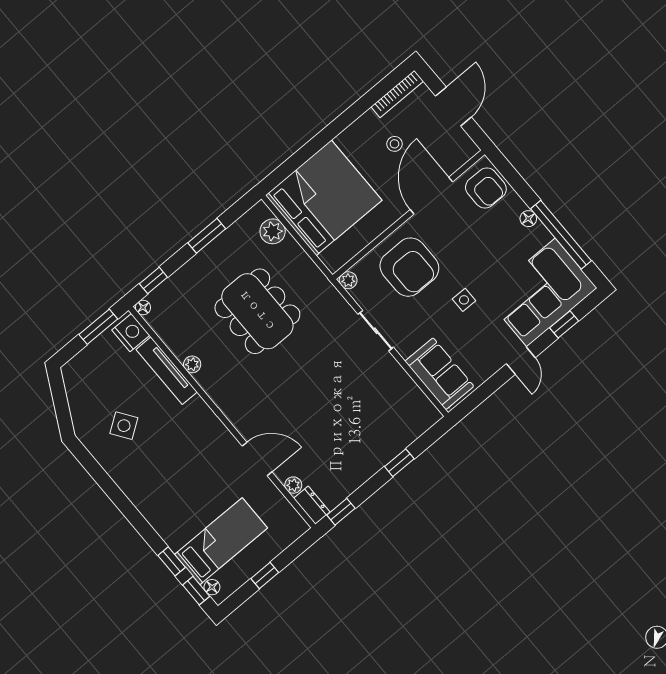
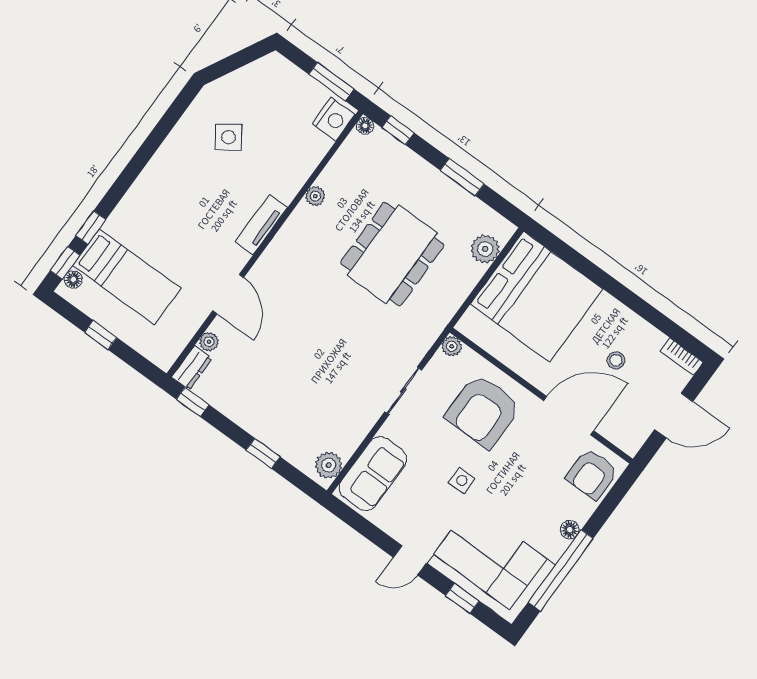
bookcase: (397, 94) -> (682, 357), width x0.64
tv unit: (167, 371) -> (261, 225), moved, width x0.71
plant: (423, 410) -> (329, 465), added

